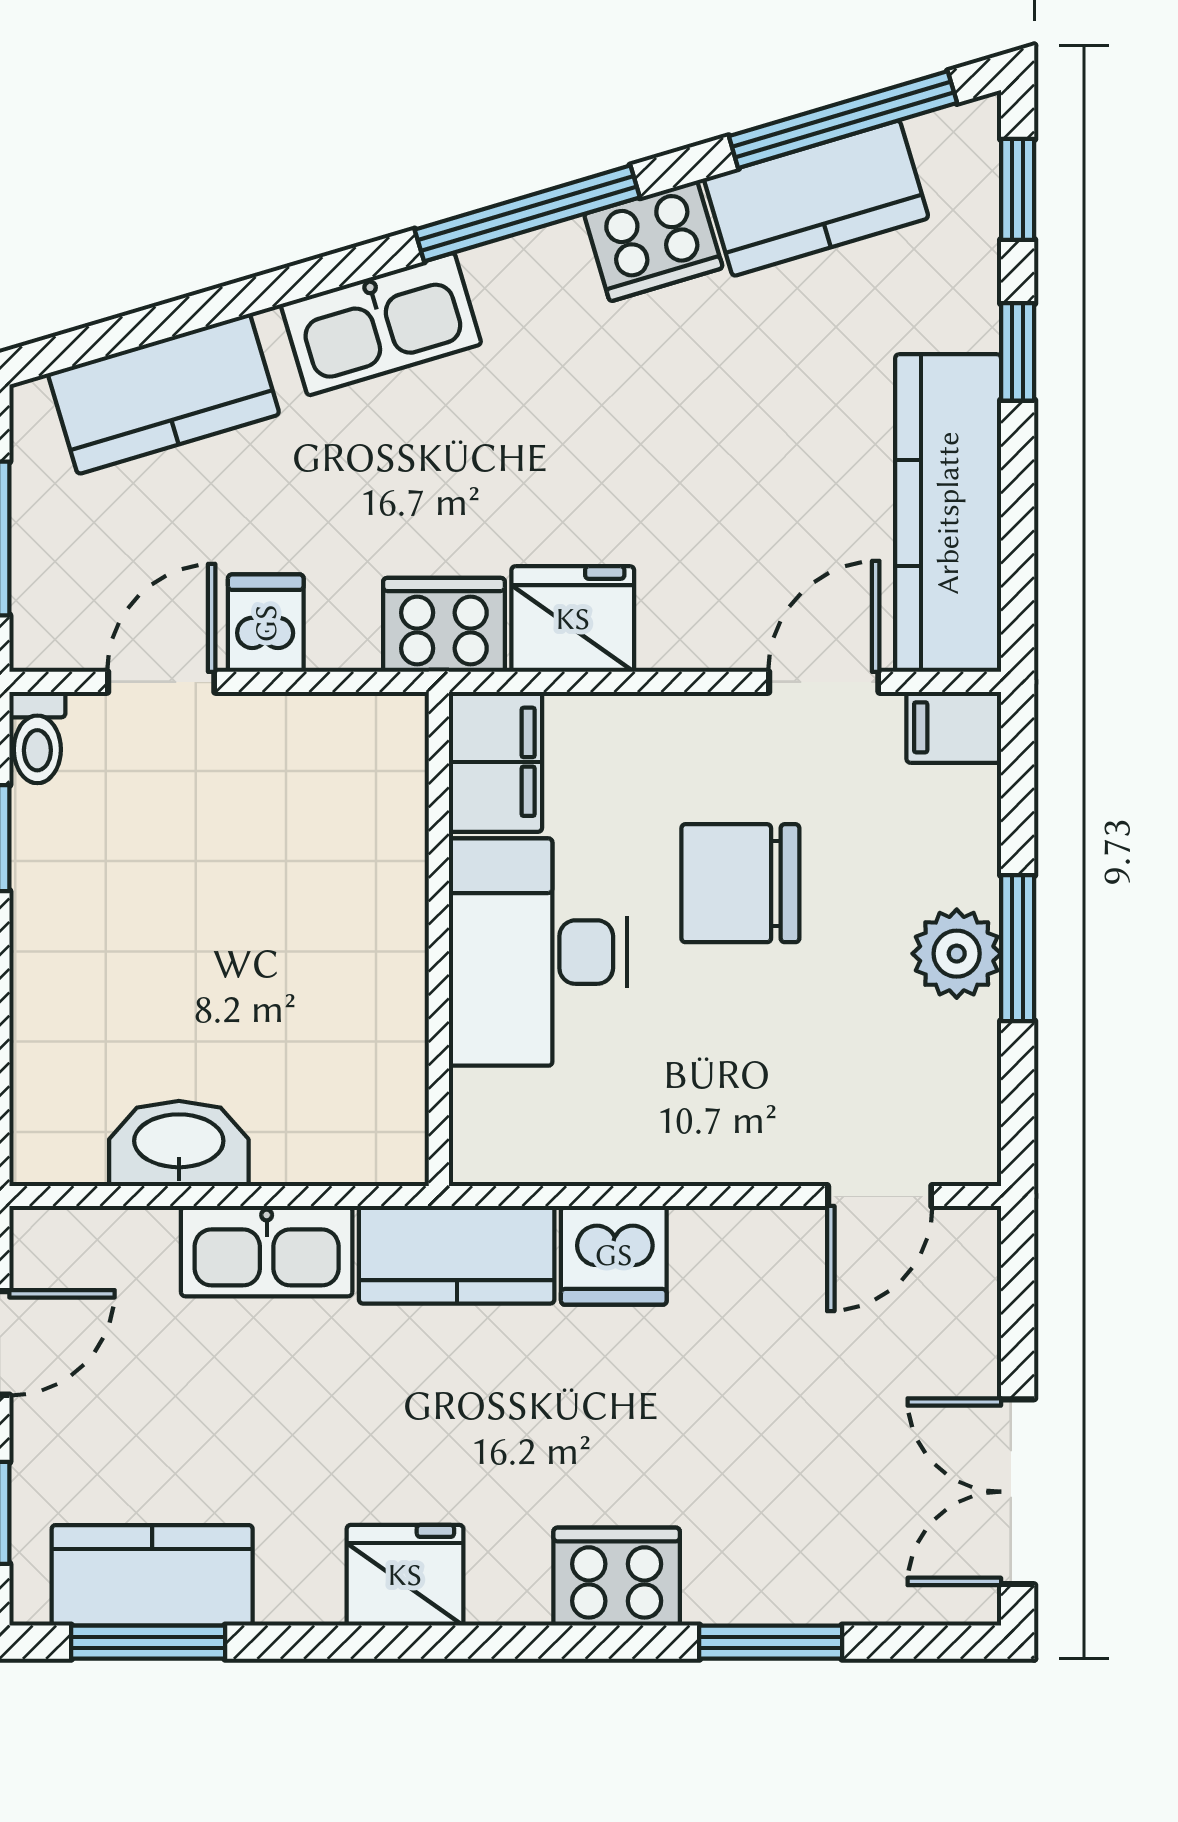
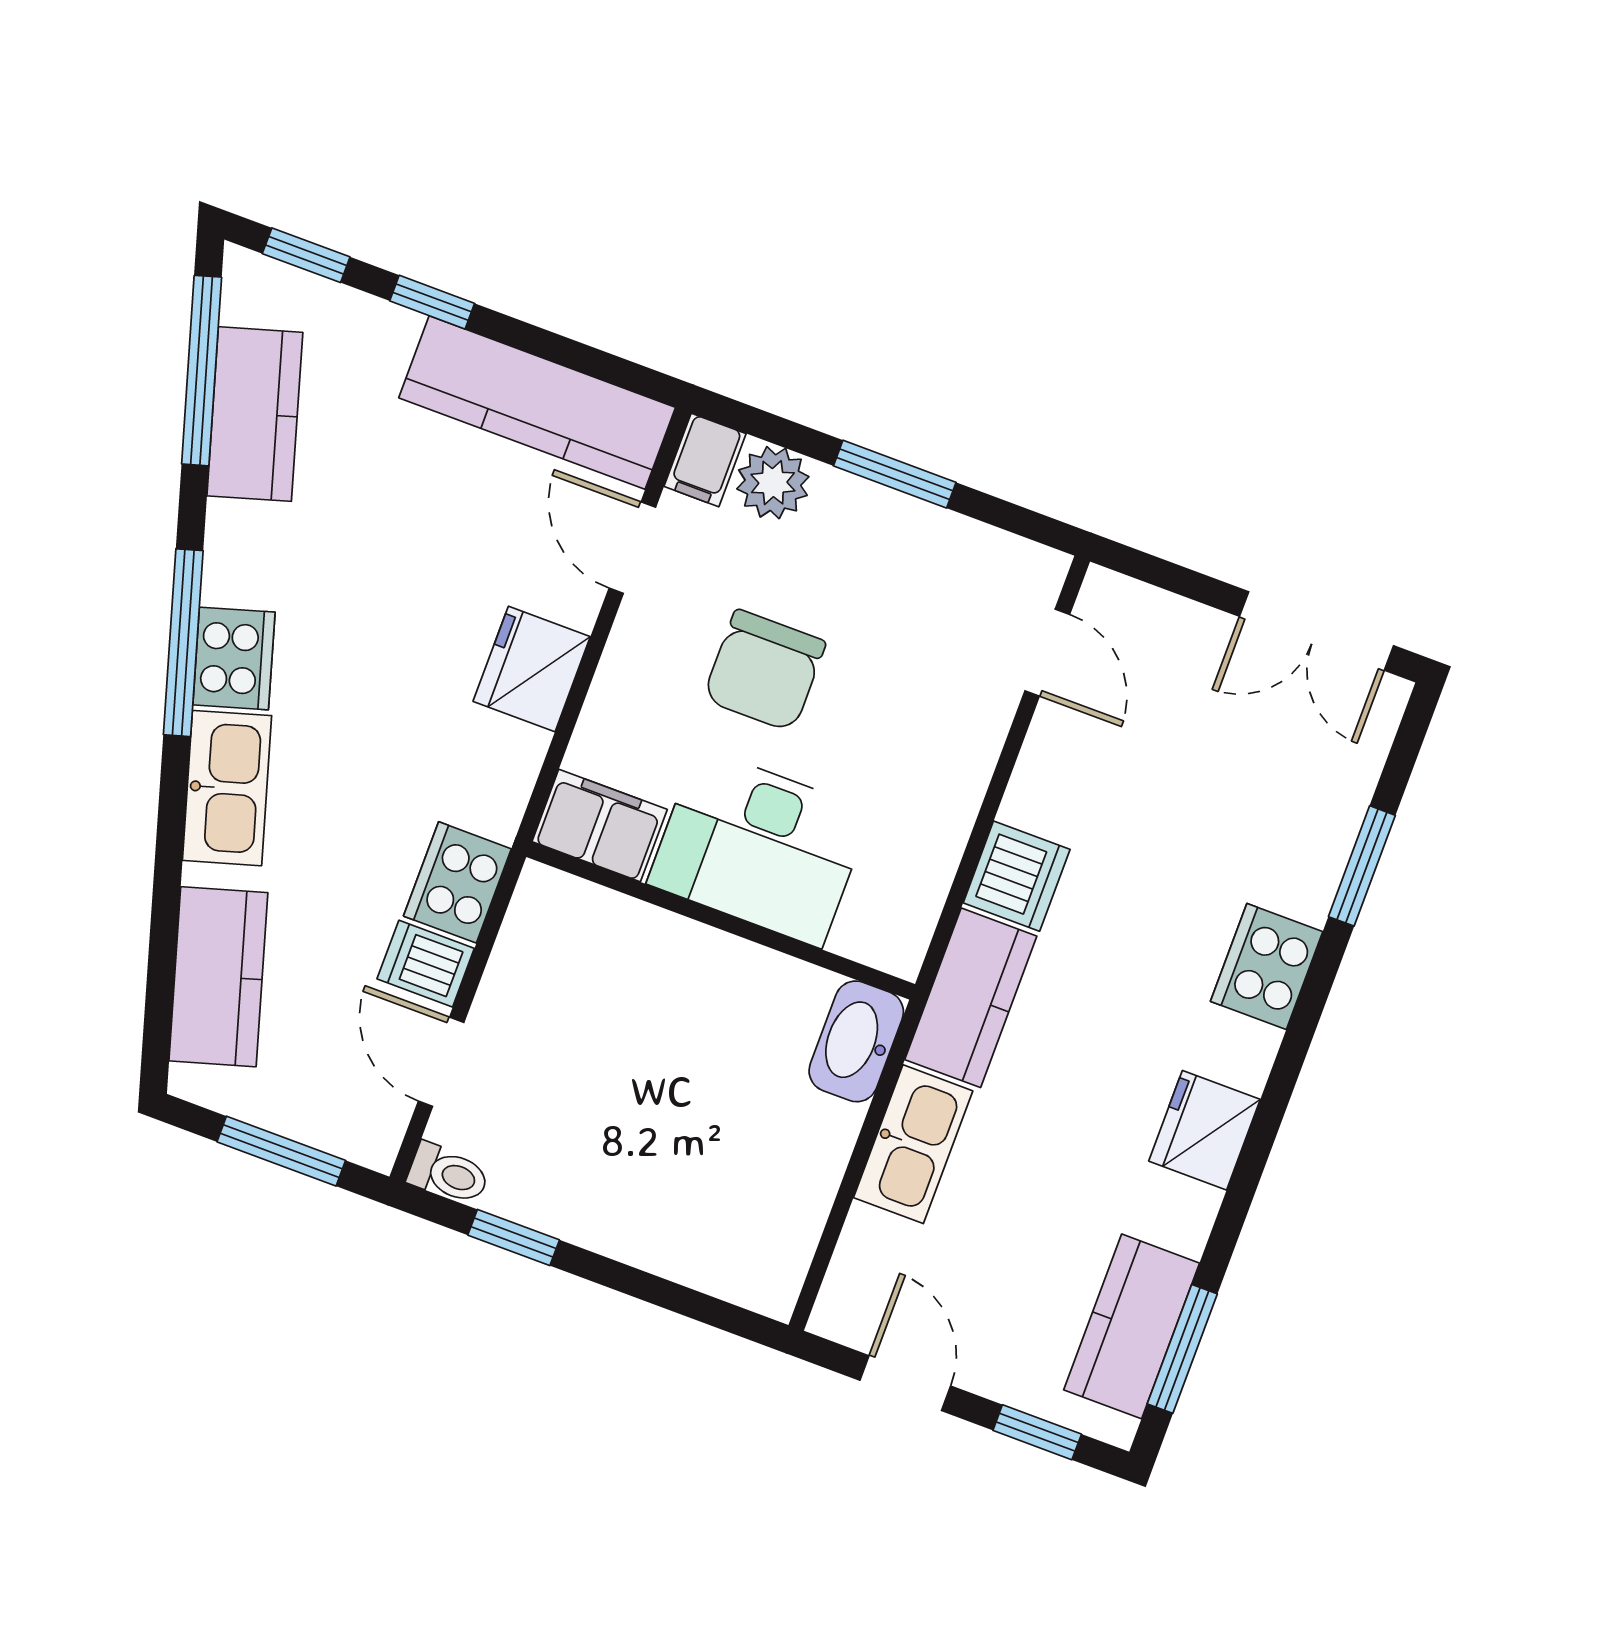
cooker: (653, 241) -> (234, 658), moved
fridge: (573, 619) -> (532, 669), moved
cooker: (444, 625) -> (457, 882), moved
plant: (957, 954) -> (773, 483), moved
washbasin: (179, 1143) -> (856, 1041), moved

